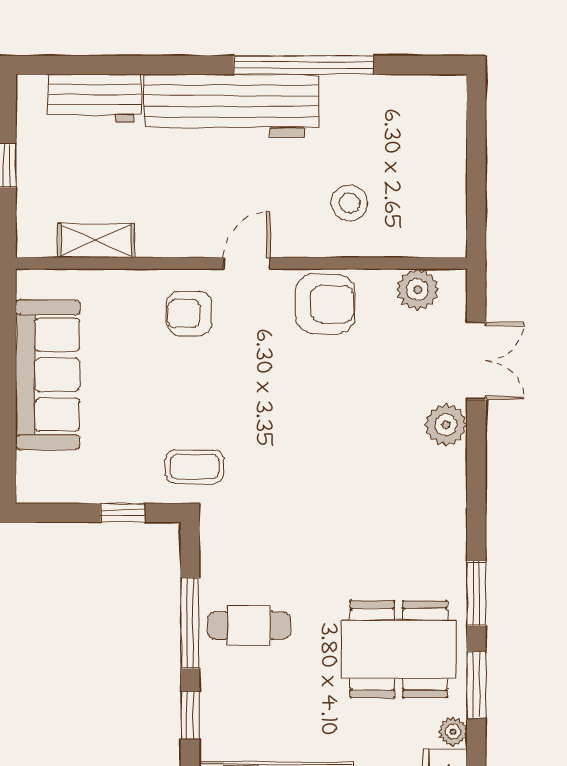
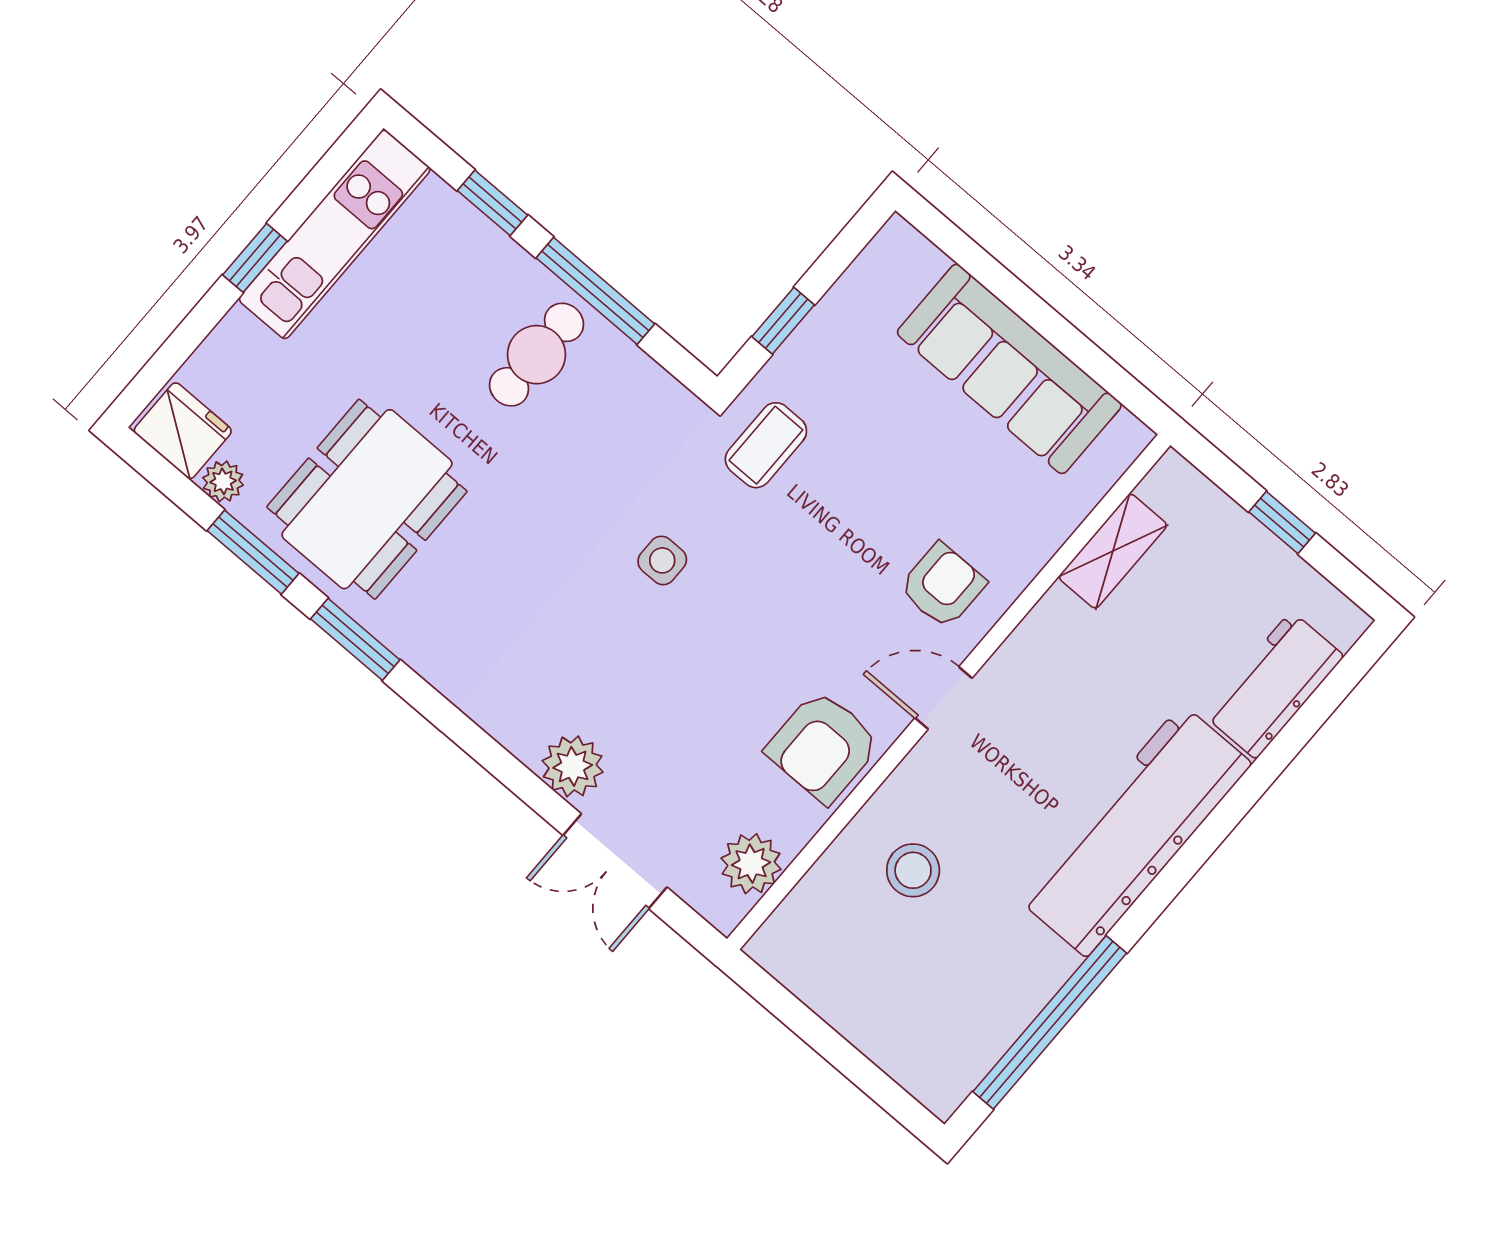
window: (303, 65) -> (1050, 1022), moved
door: (247, 263) -> (944, 698), swing flipped
side table: (300, 469) -> (662, 560), added

